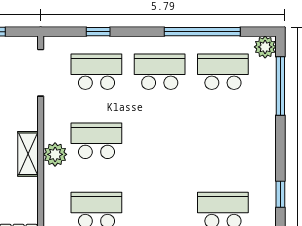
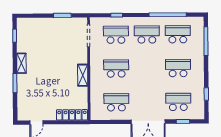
plant: (265, 47) -> (198, 22), removed
school desk: (223, 141) -> (178, 68), added
plant: (55, 154) -> (96, 75), removed

